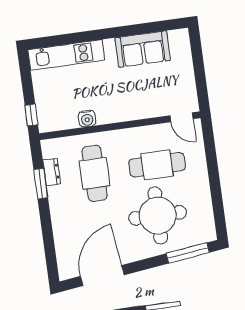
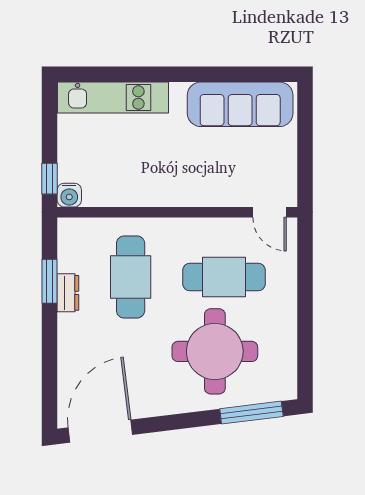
sofa: (143, 49) -> (240, 104), width x1.36
water cooler: (87, 119) -> (69, 195), moved
dresser: (52, 172) -> (68, 293), moved
door: (102, 276) -> (100, 431), moved

